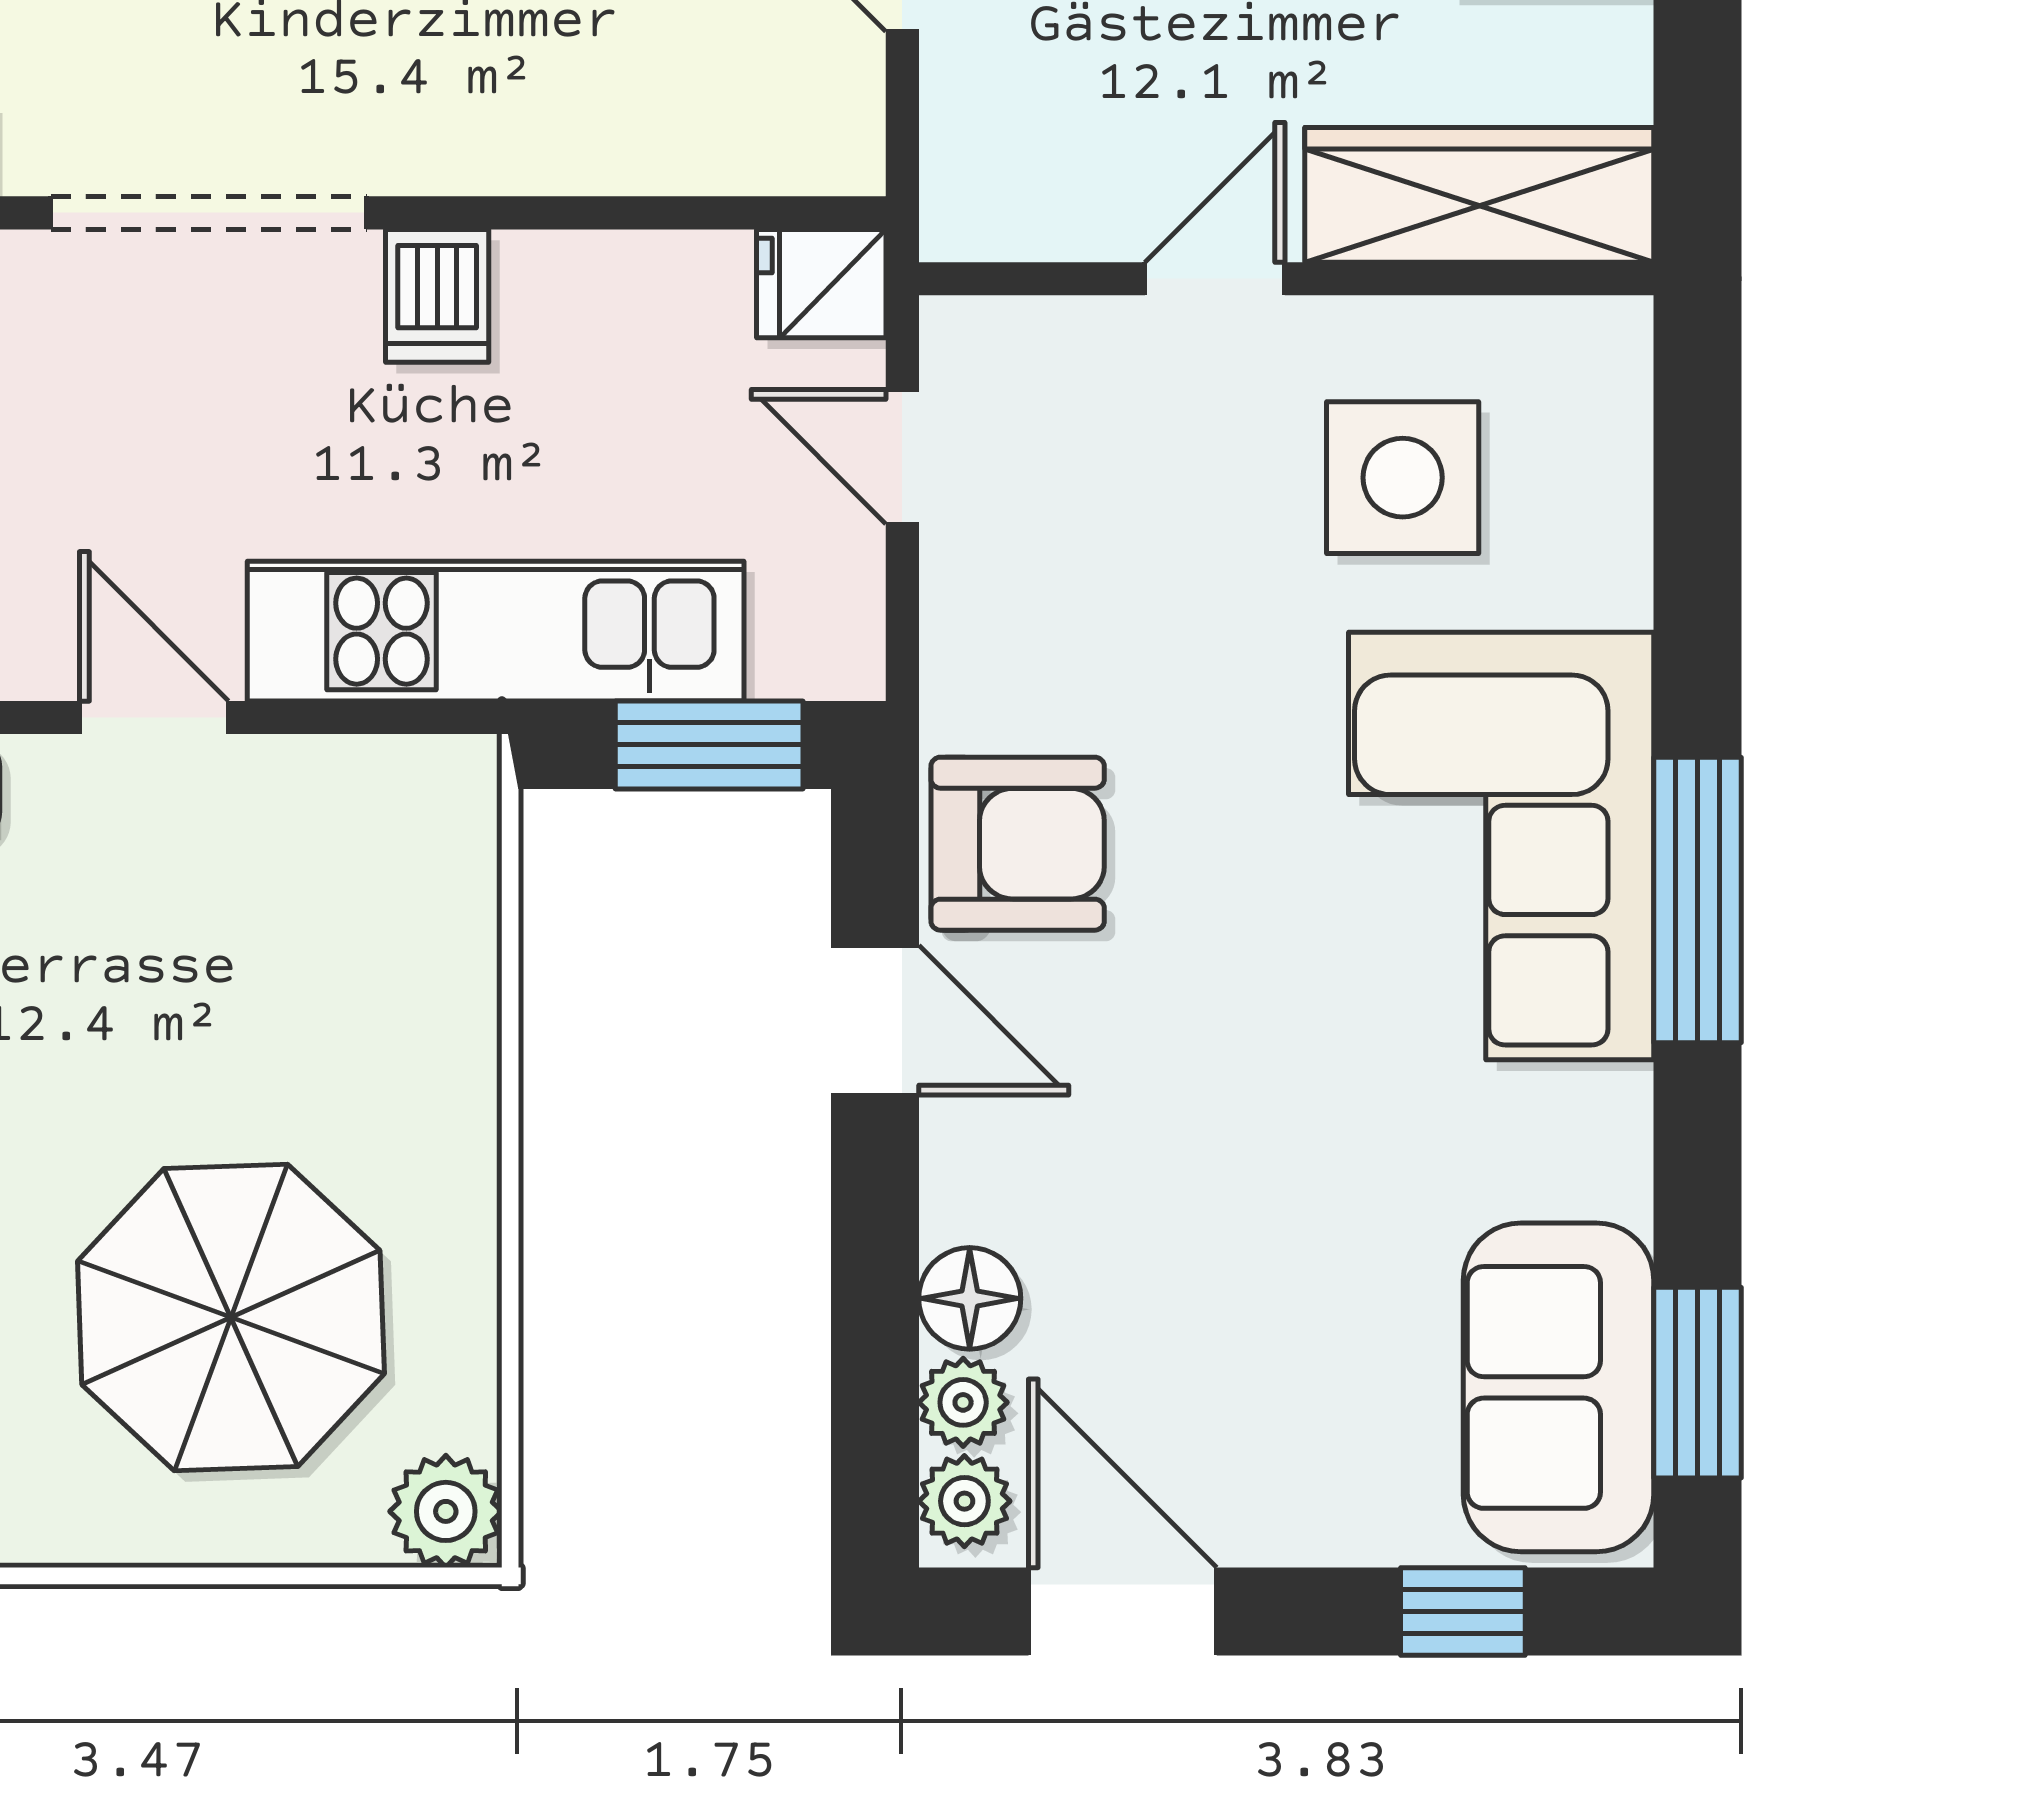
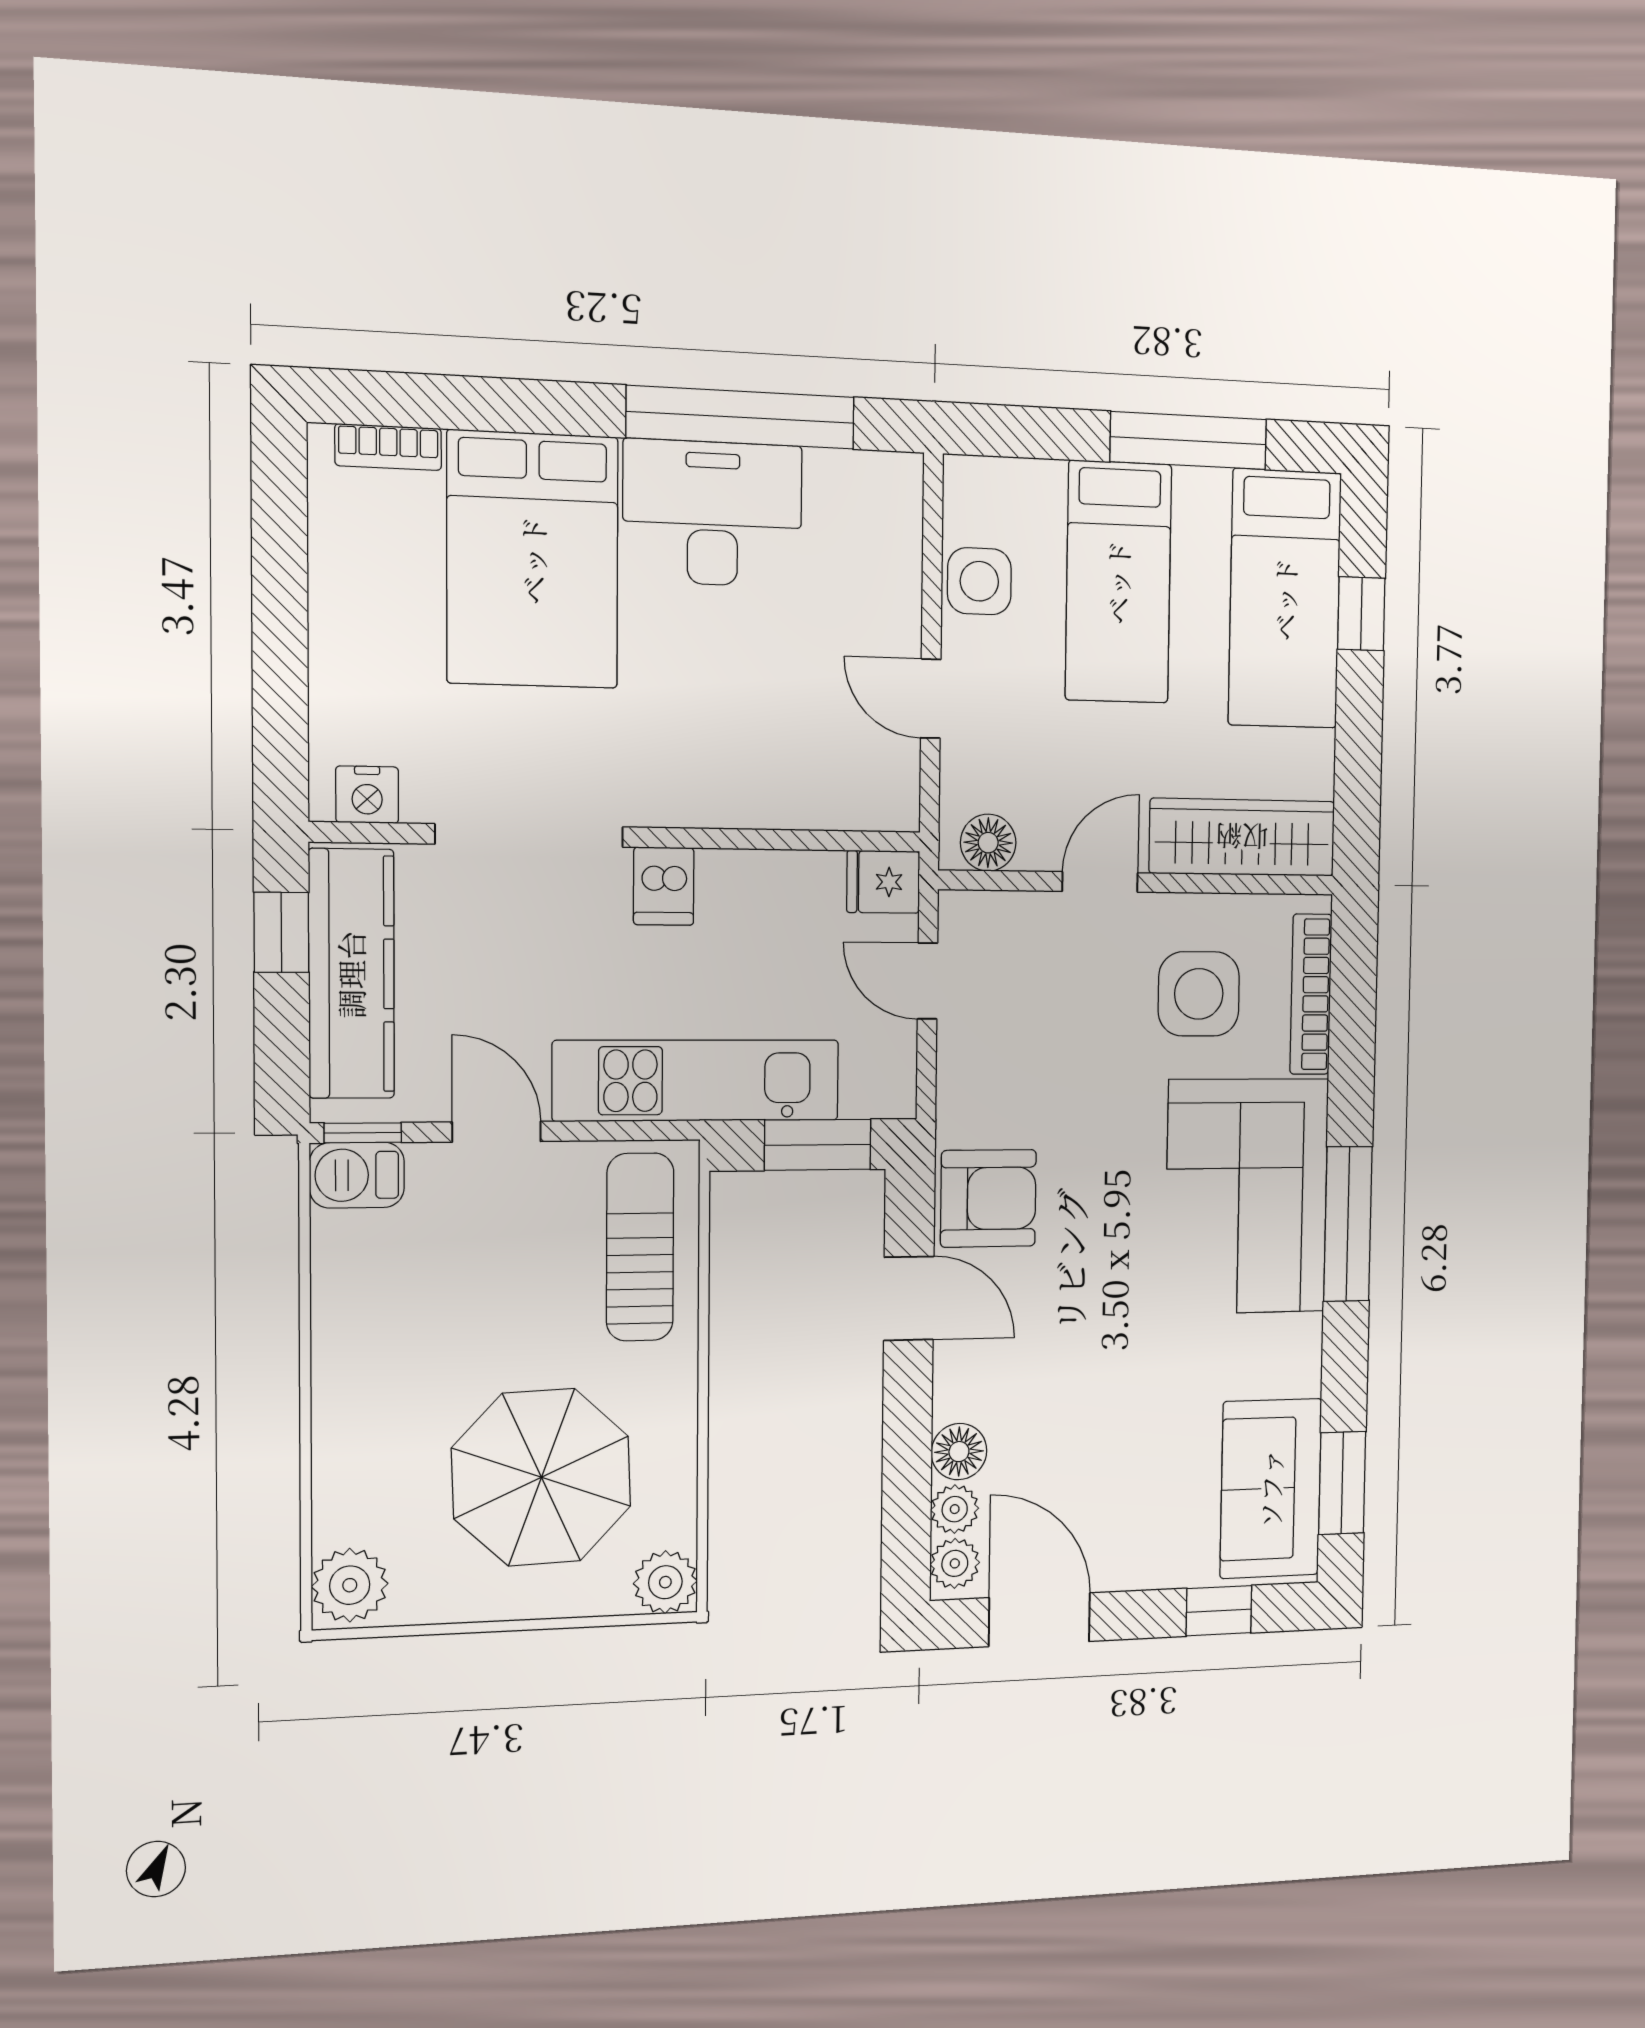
floor lamp: (1009, 212) -> (988, 843), added
bookcase: (1616, 478) -> (1311, 994), added
sun lounger: (399, 920) -> (640, 1247), added

